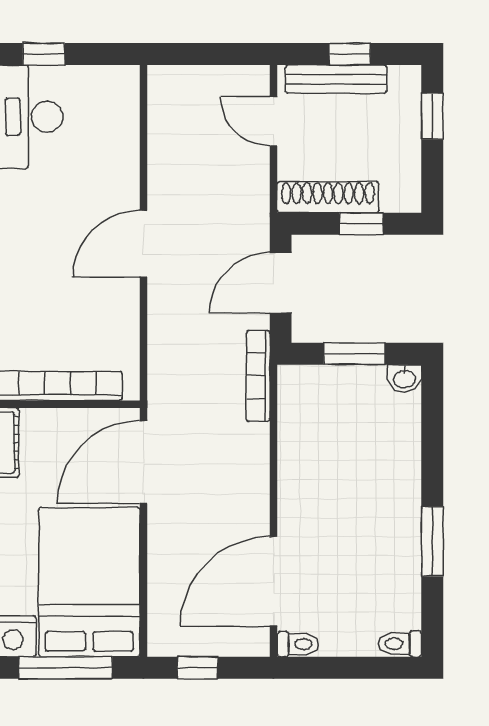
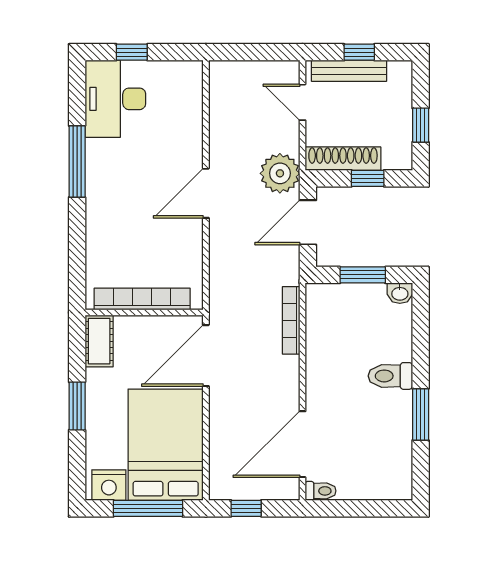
window: (432, 116) -> (421, 125), moved
plant: (243, 217) -> (280, 173), added
bookcase: (258, 376) -> (291, 320), moved
toilet: (400, 644) -> (390, 376), moved, width x1.37, depth x1.39

